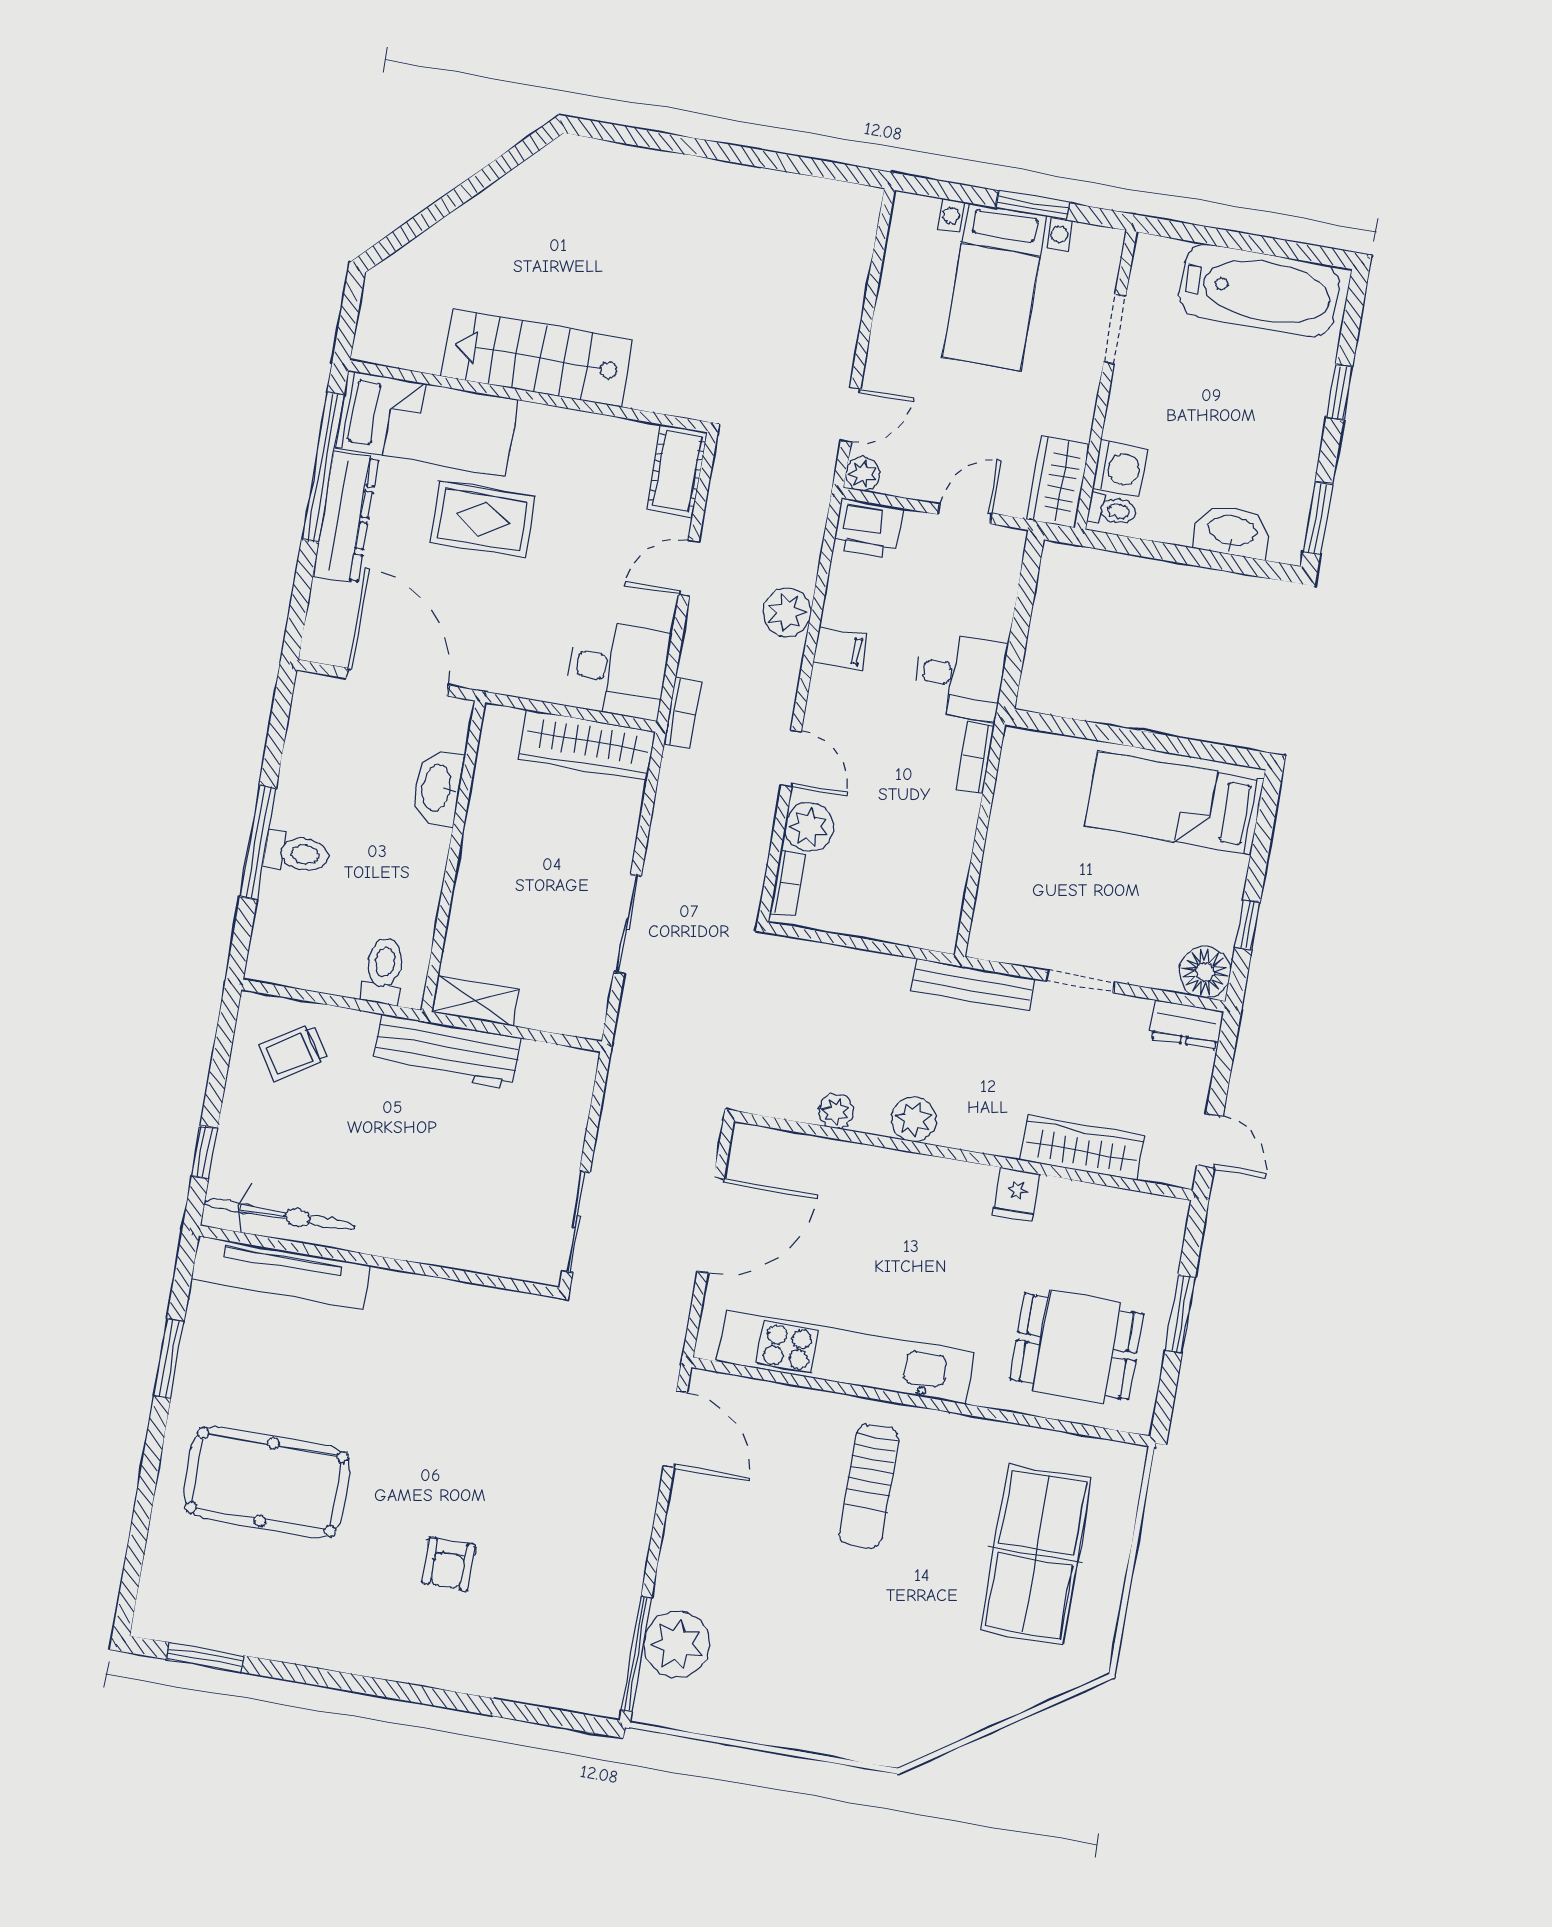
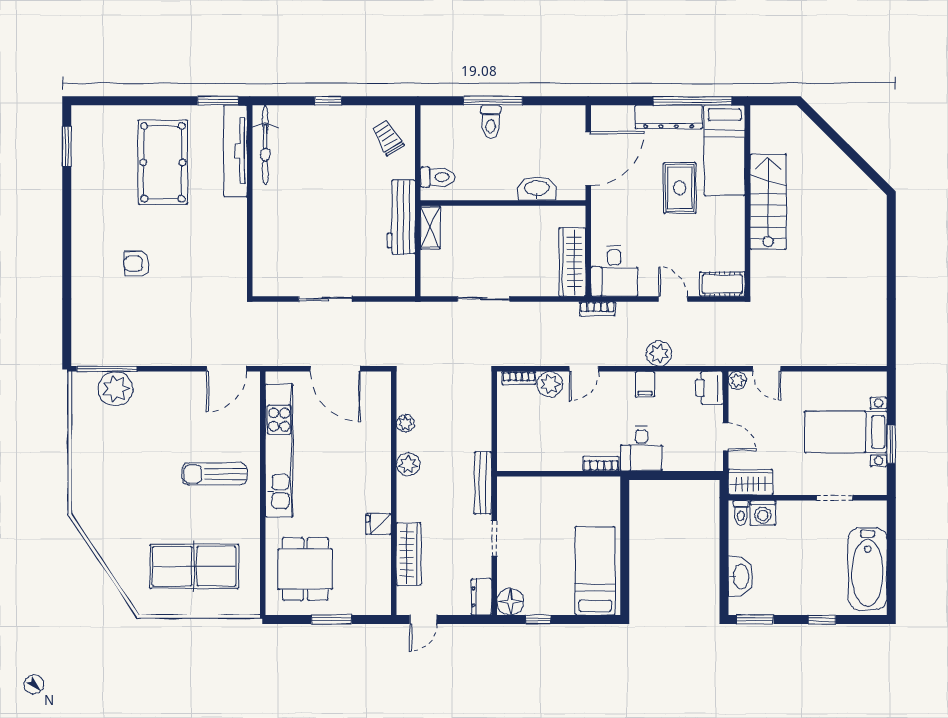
bicycle: (280, 1214) -> (265, 145), moved
wall: (379, 1262) -> (250, 201), moved
tv unit: (281, 1272) -> (235, 151), moved

